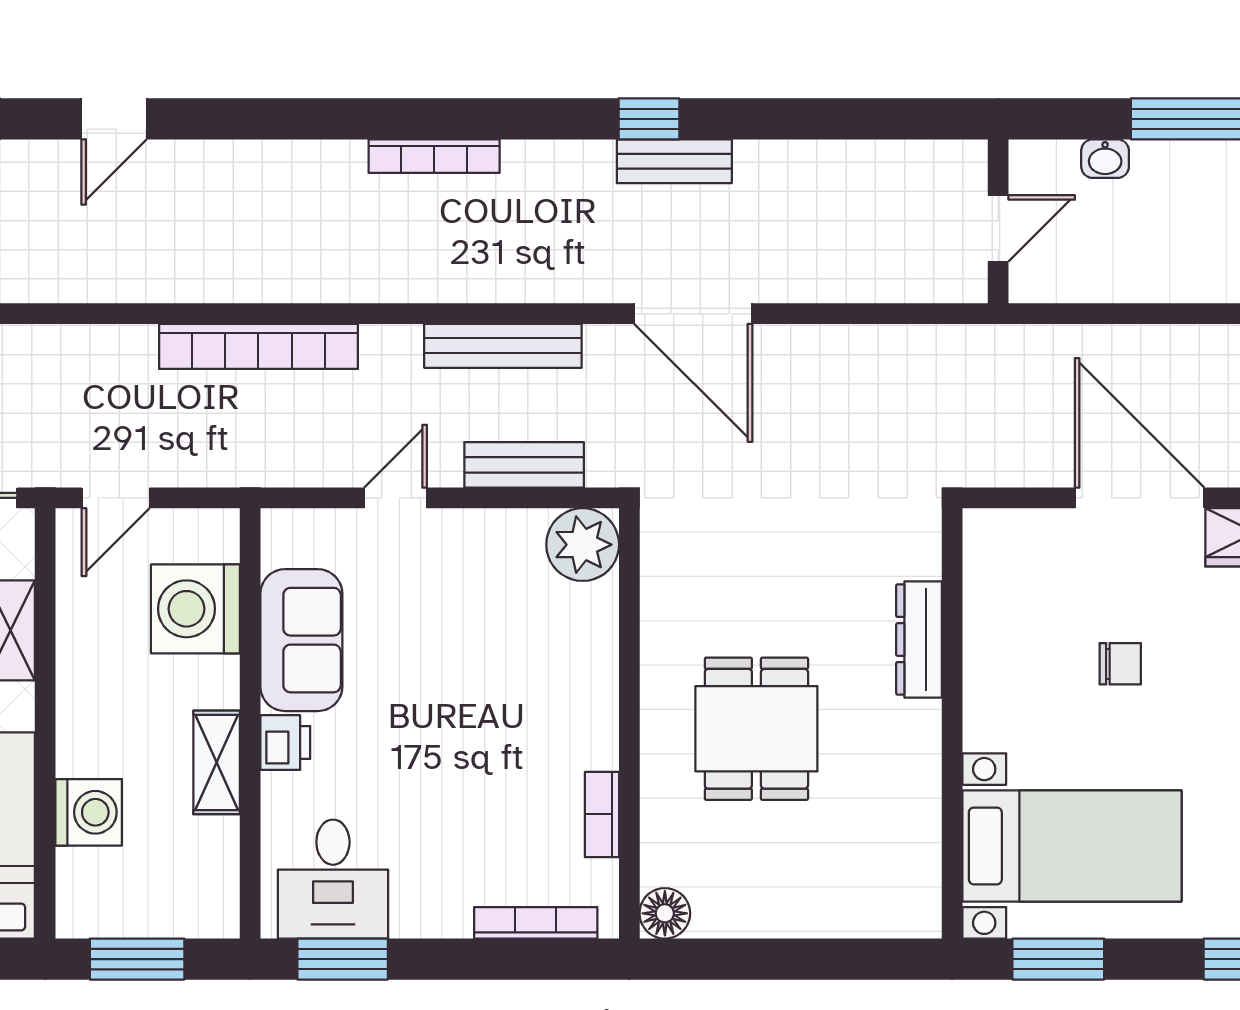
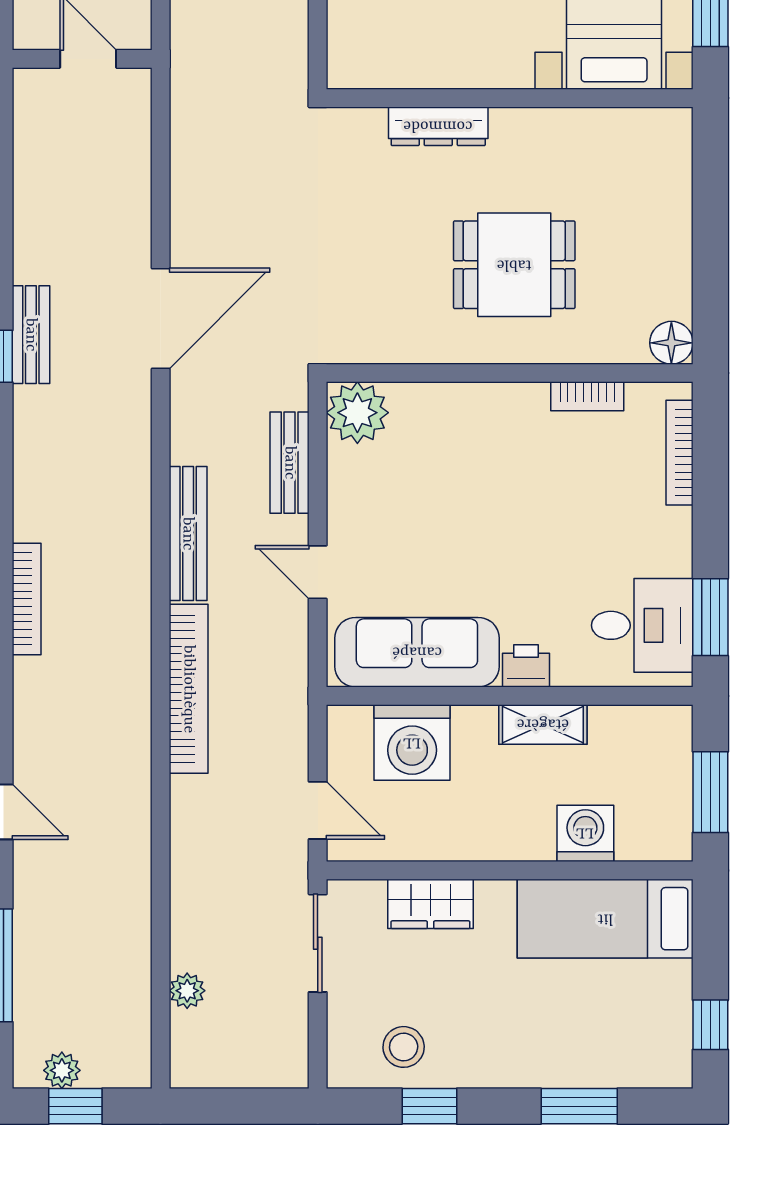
bookcase: (434, 156) -> (27, 599), moved
bench: (503, 346) -> (188, 534), moved
sofa: (301, 640) -> (417, 652), width x1.36

